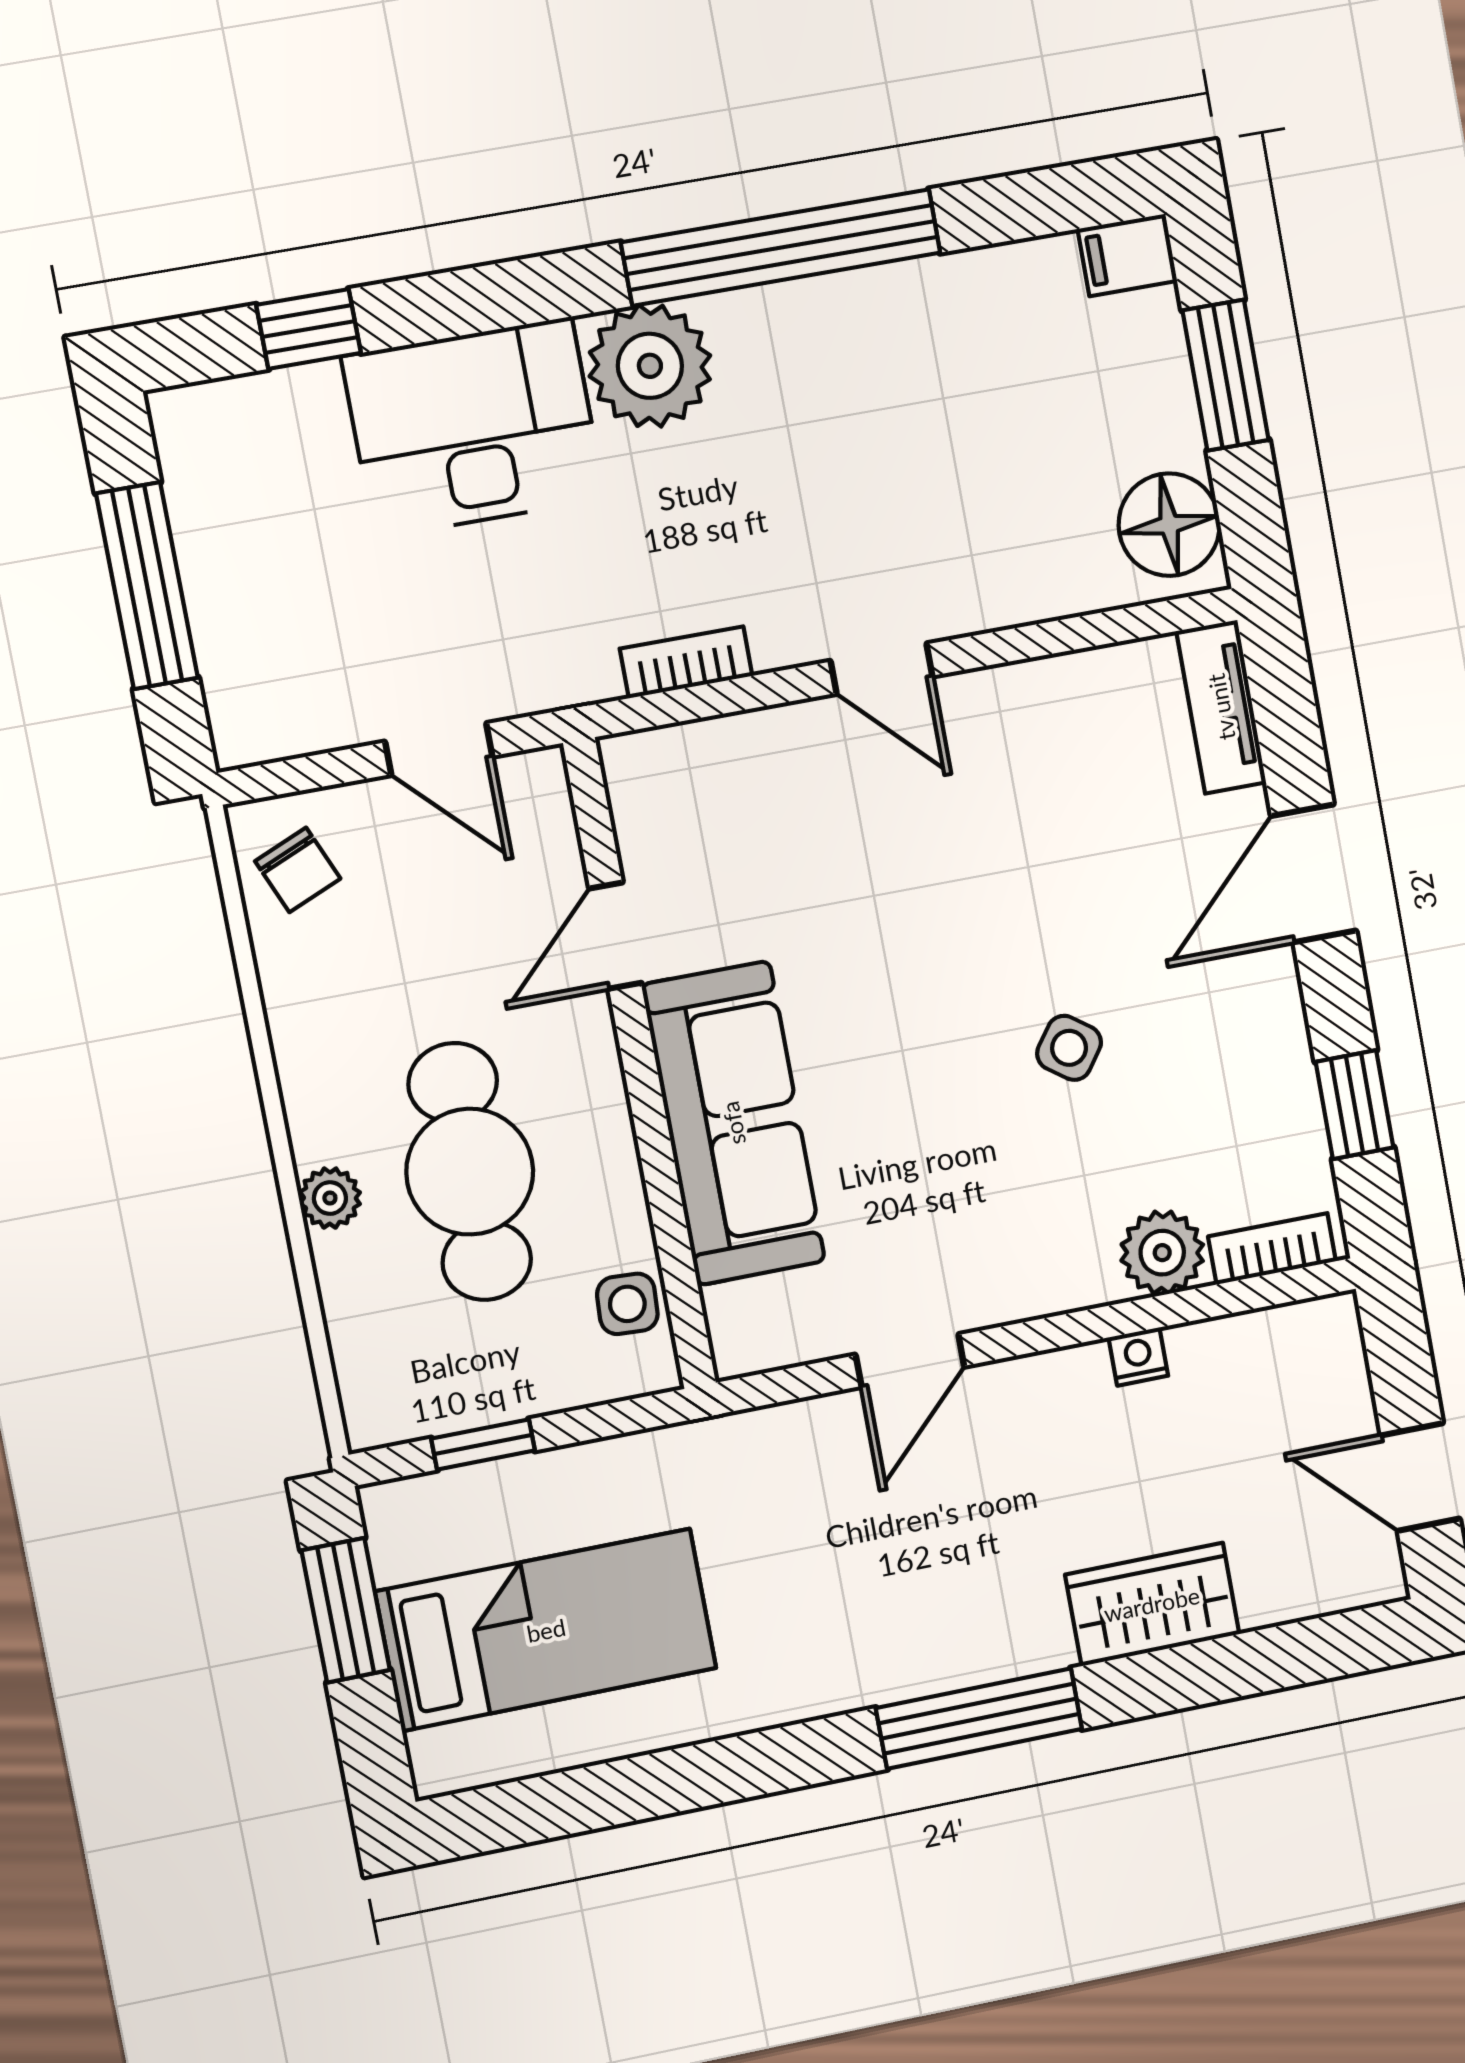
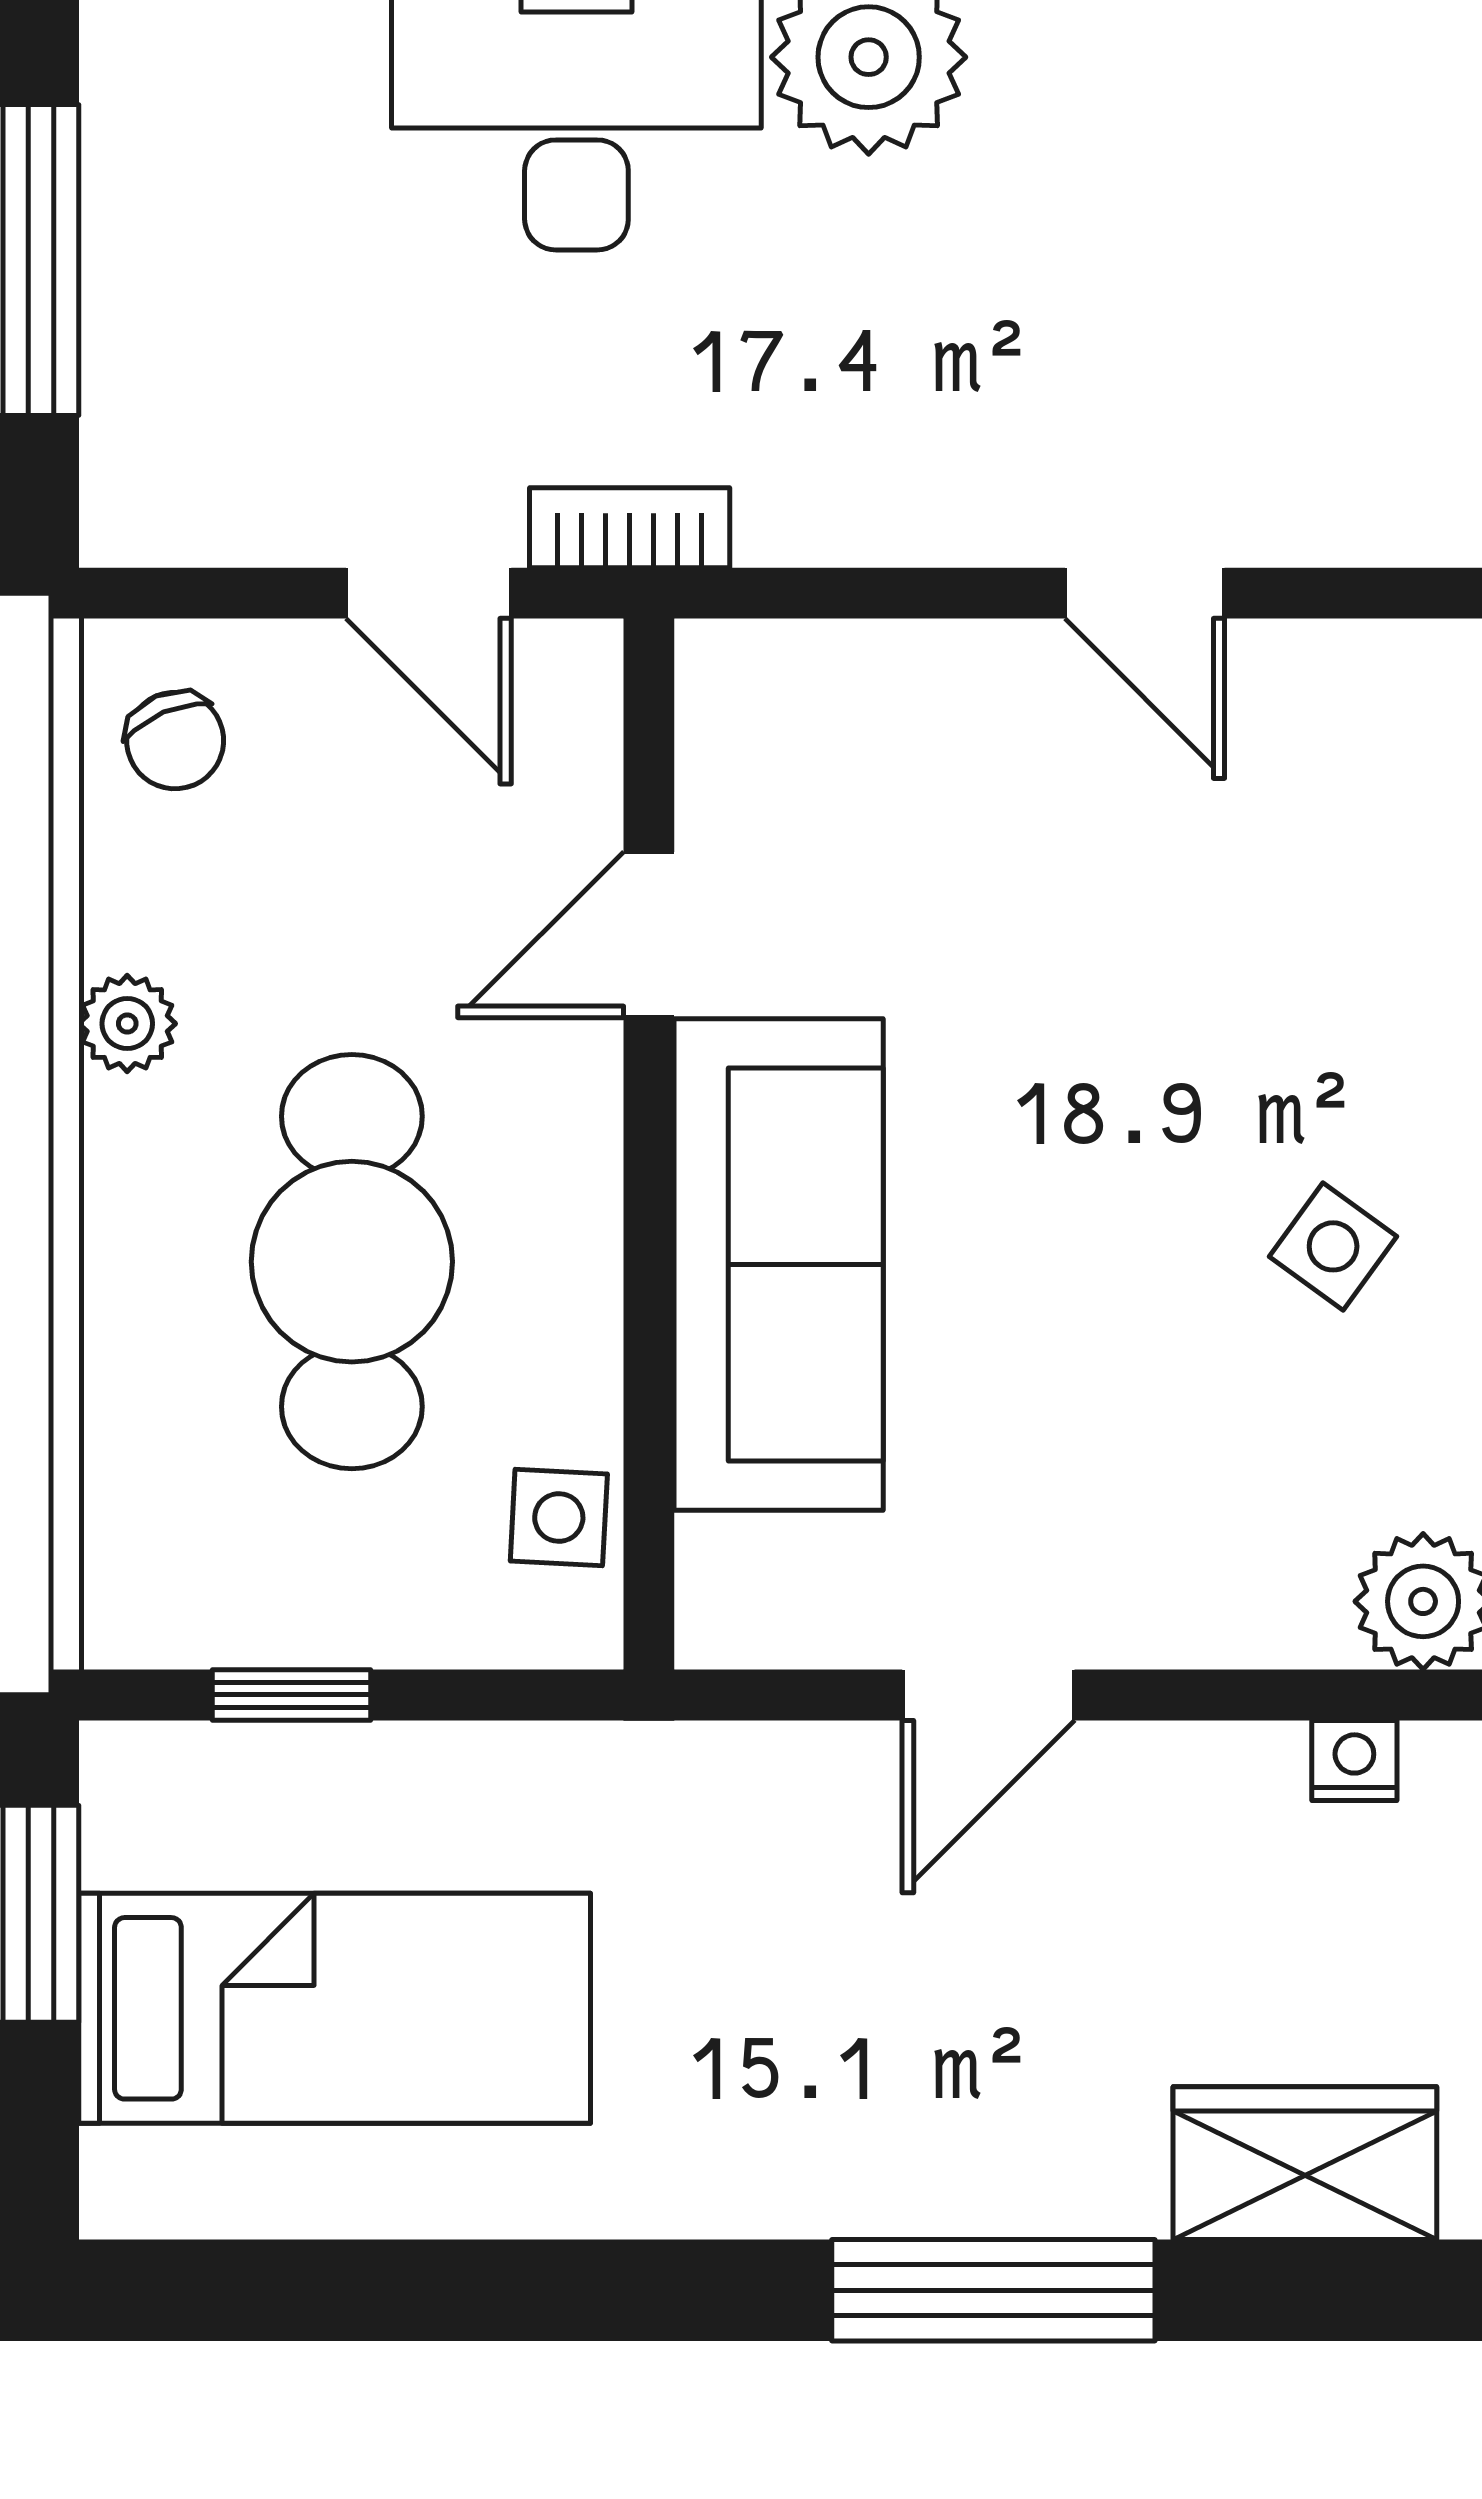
bookcase: (686, 662) -> (630, 528), moved
plant: (330, 1198) -> (127, 1024), moved

